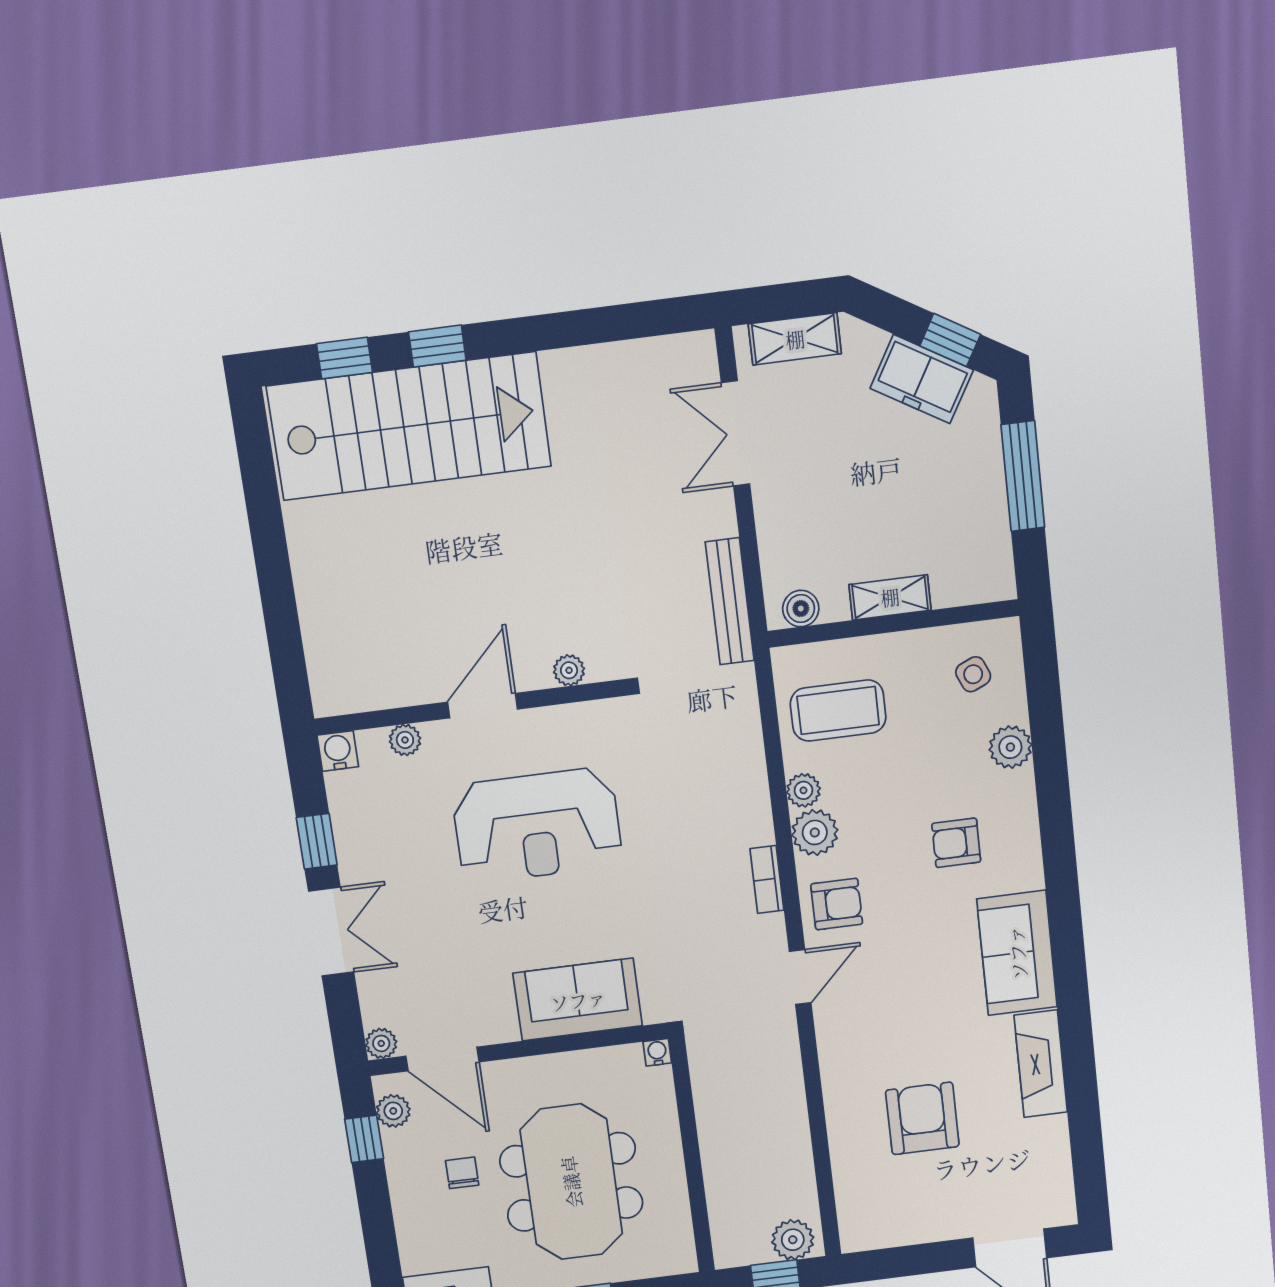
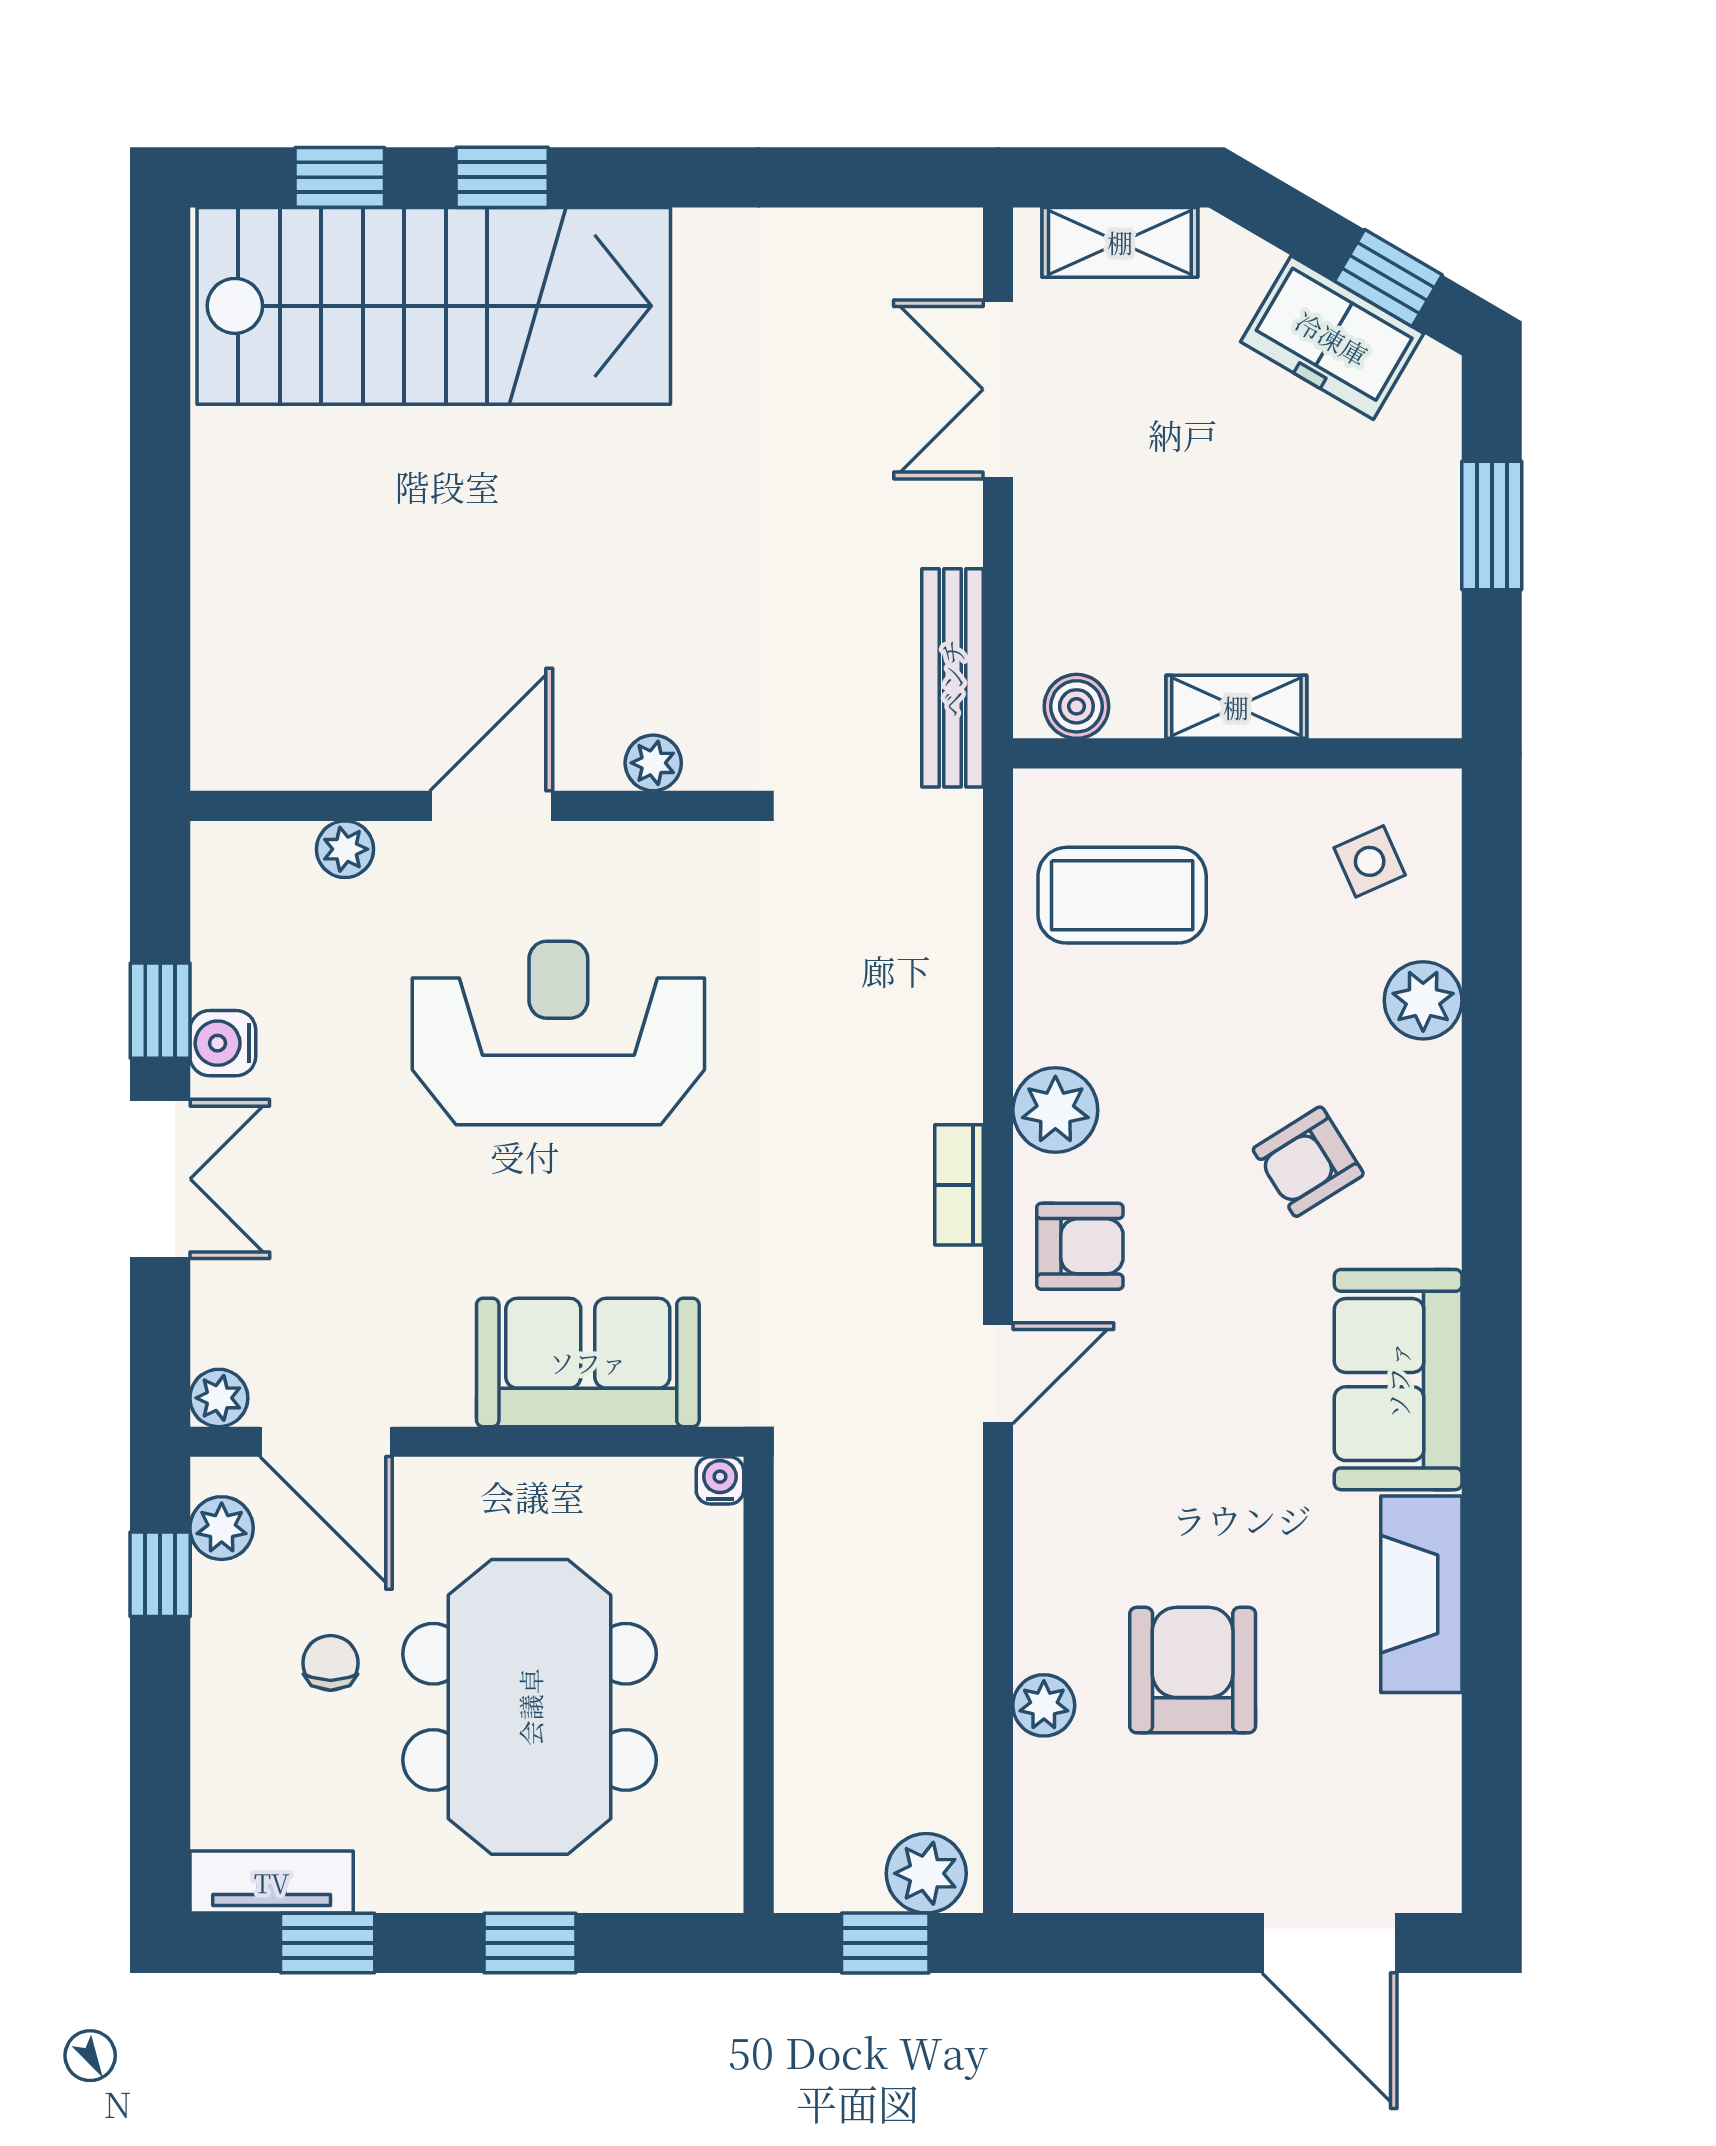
window: (1023, 476) -> (1492, 526), width x0.69
water cooler: (338, 751) -> (223, 1043), moved, turned -90
plant: (803, 790) -> (1044, 1705), moved
reception desk: (537, 825) -> (558, 1033), turned 180
armchair: (956, 843) -> (1308, 1162), turned -32

